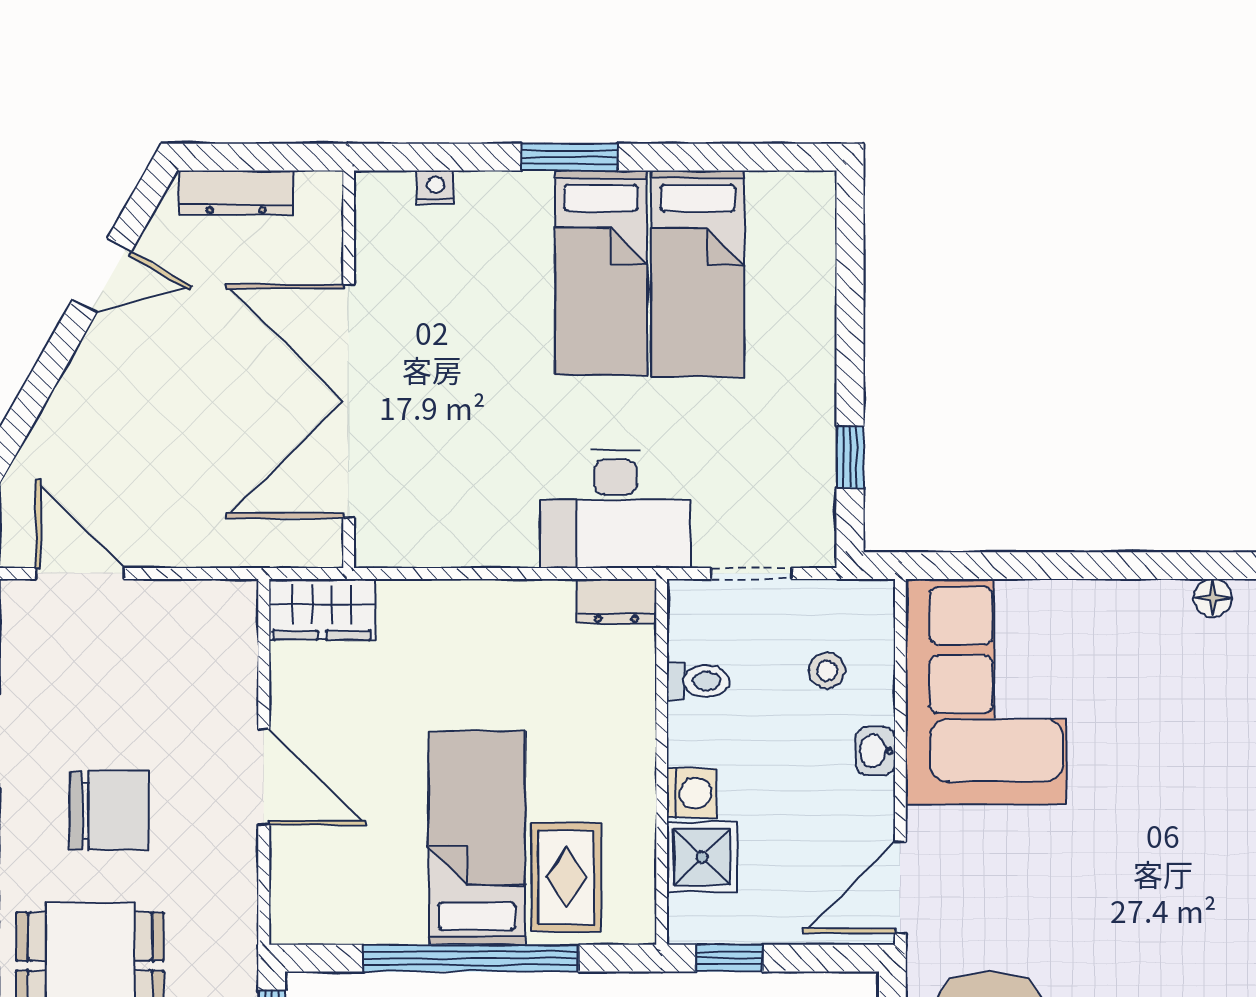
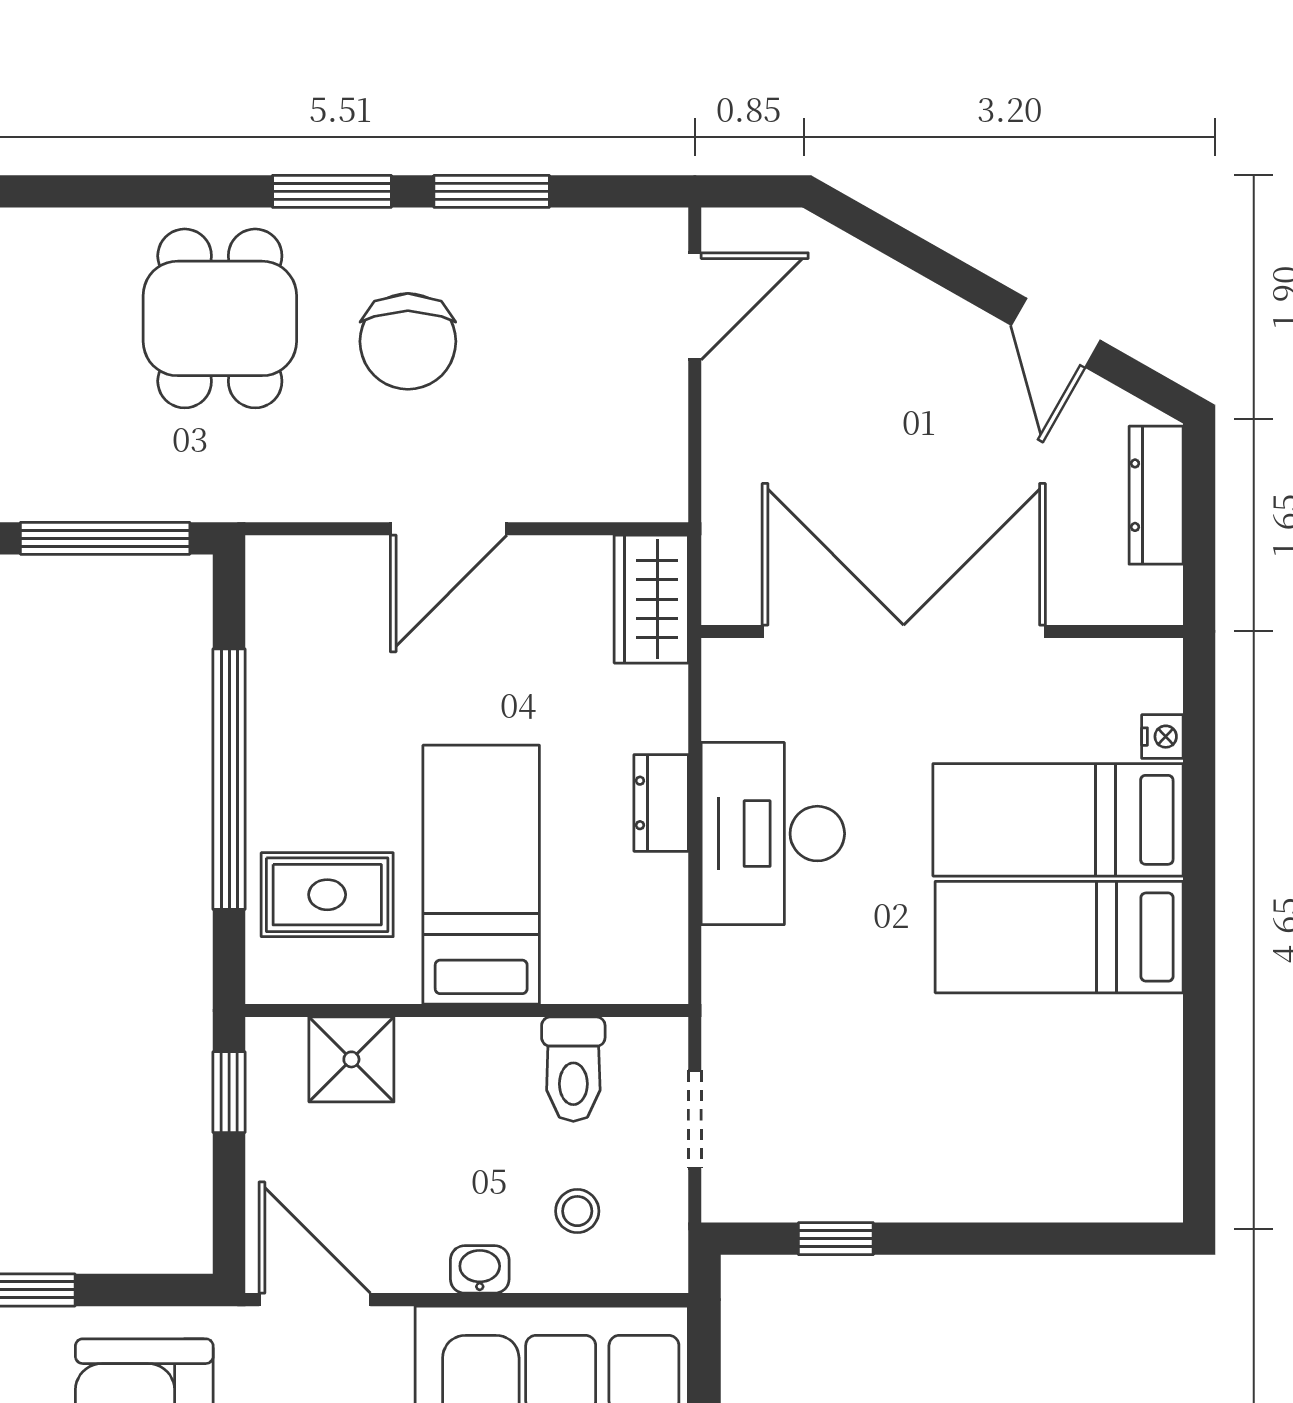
window: (569, 157) -> (1199, 899), removed
bed: (698, 274) -> (1058, 820), moved
desk: (615, 509) -> (773, 834), moved
dresser: (616, 601) -> (661, 803), moved
toilet: (698, 681) -> (573, 1069), width x1.37, depth x1.39
washing machine: (692, 793) -> (429, 1047), removed
bed: (477, 838) -> (481, 875), moved, turned -90

